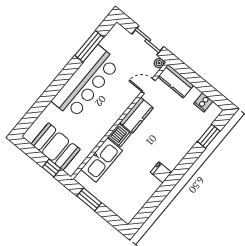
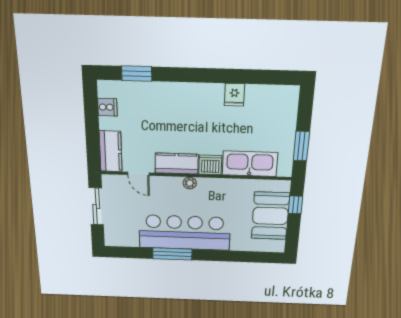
window: (89, 46) -> (172, 254), moved
plant: (159, 63) -> (190, 183), moved
fridge: (161, 172) -> (234, 95), moved

